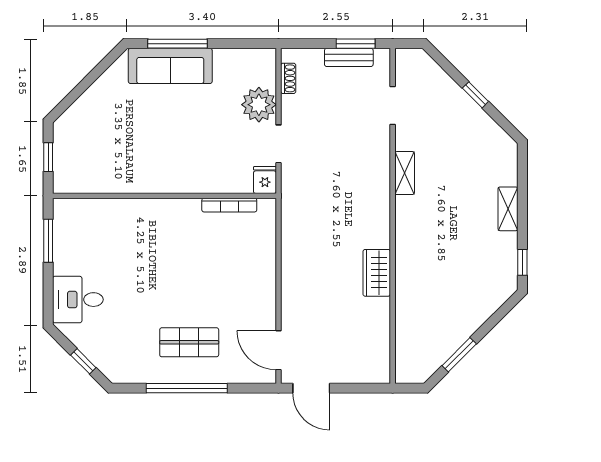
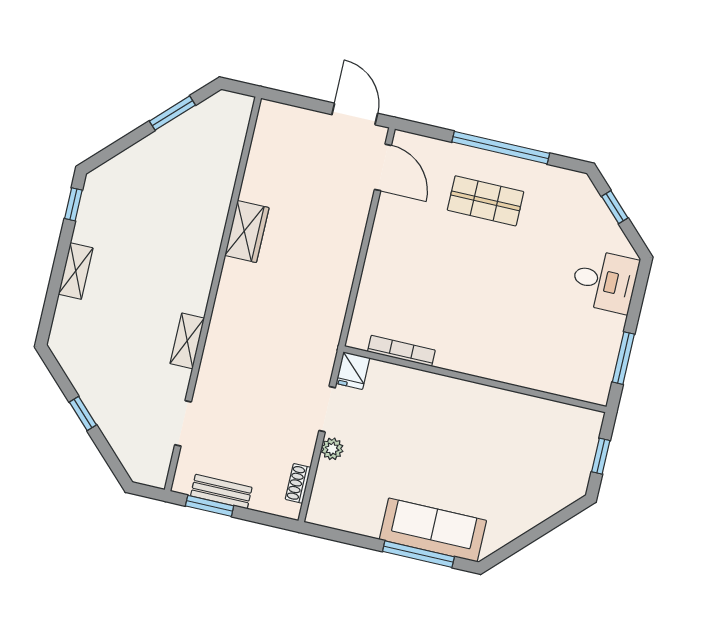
plant: (259, 105) -> (332, 449), width x0.53, depth x0.53

